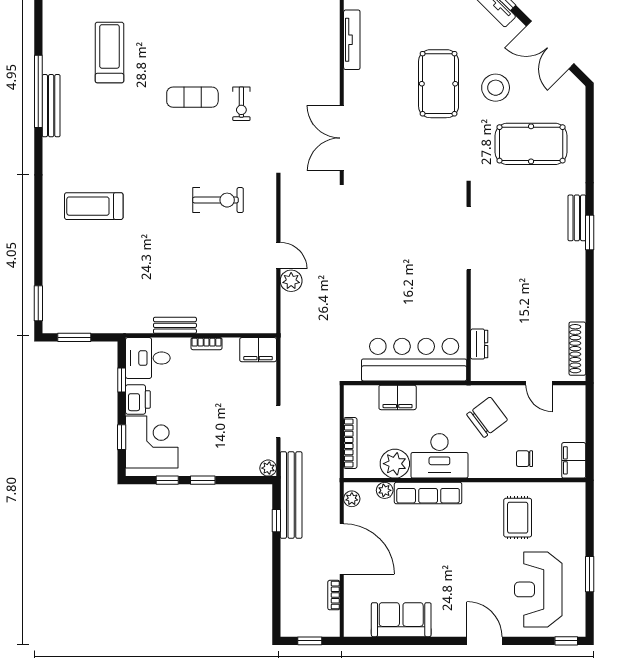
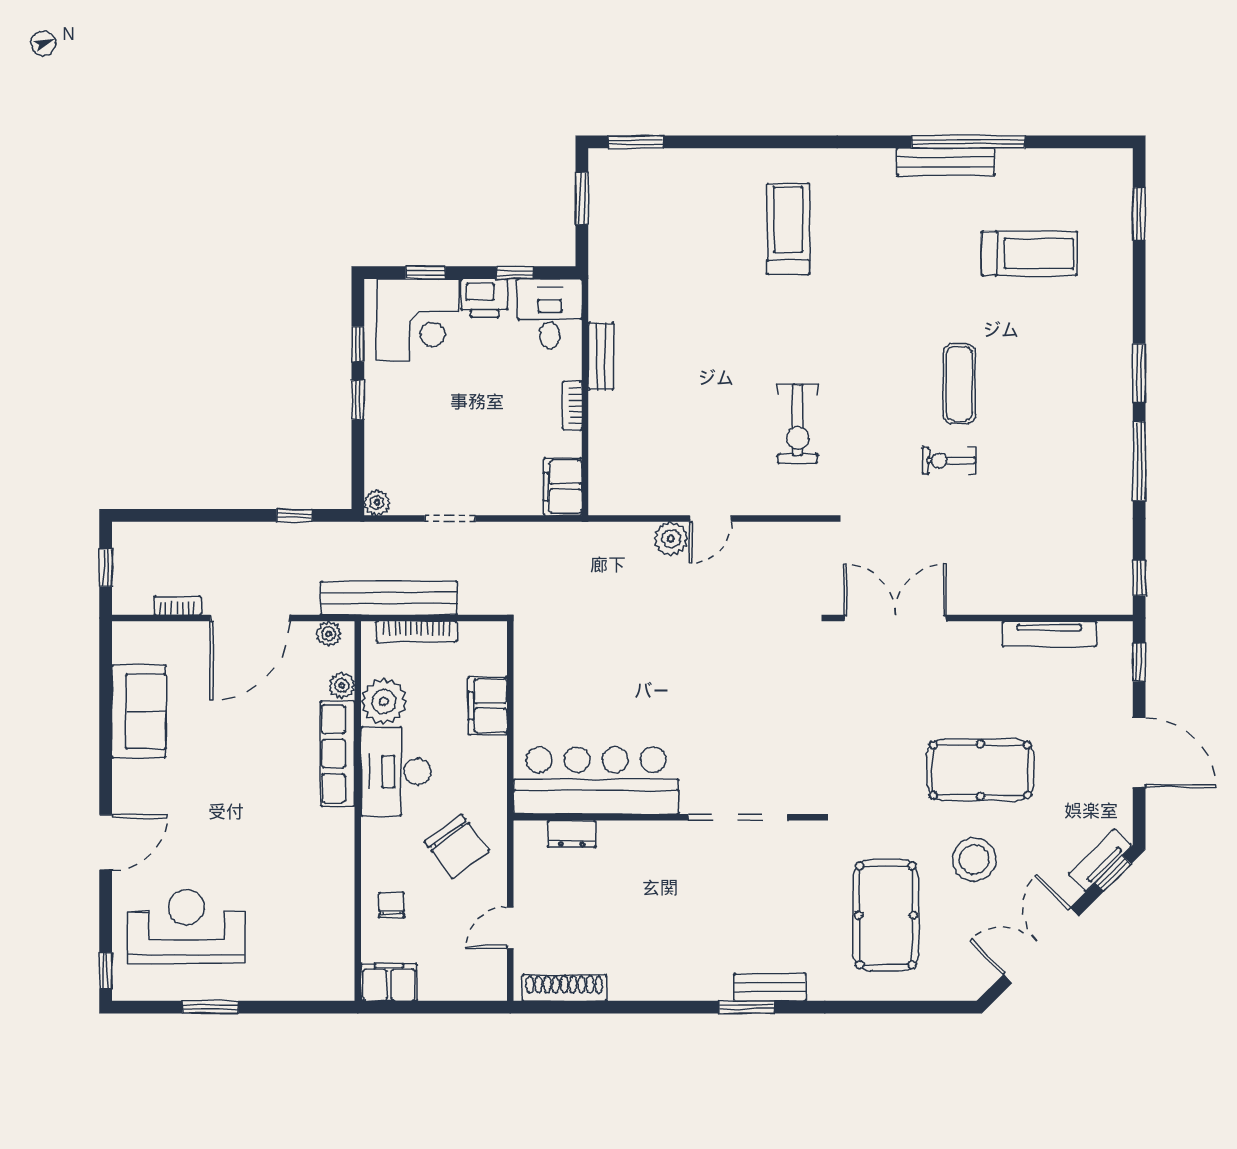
bar counter: (414, 360) -> (596, 781), moved, turned -90
bench: (291, 495) -> (389, 598), moved
rug: (518, 518) -> (299, 894), removed

